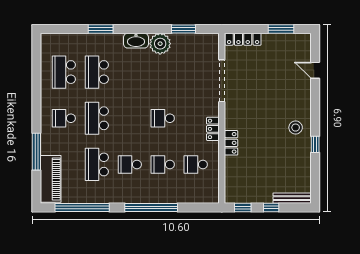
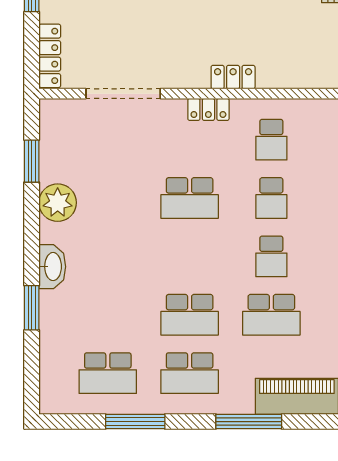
washbasin: (136, 41) -> (52, 267), moved
school desk: (97, 72) -> (108, 315), removed
window: (36, 88) -> (135, 422), added
school desk: (64, 118) -> (190, 373), width x1.85
school desk: (163, 118) -> (190, 198), width x1.85

